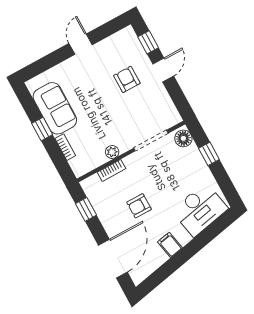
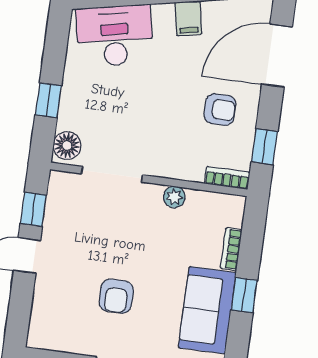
window: (148, 42) -> (33, 209), moved
armchair: (127, 79) -> (116, 296), moved
bookcase: (112, 170) -> (227, 178), moved
armchair: (139, 206) -> (220, 110), moved

